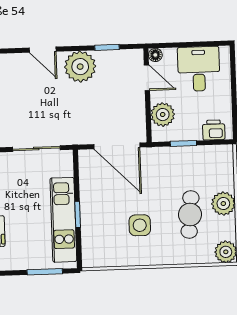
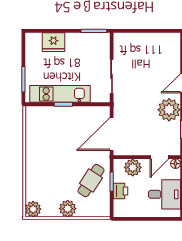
printer: (214, 130) -> (120, 191), moved
cafe table: (190, 214) -> (91, 181), moved, turned -62
side table: (140, 225) -> (54, 148), removed

